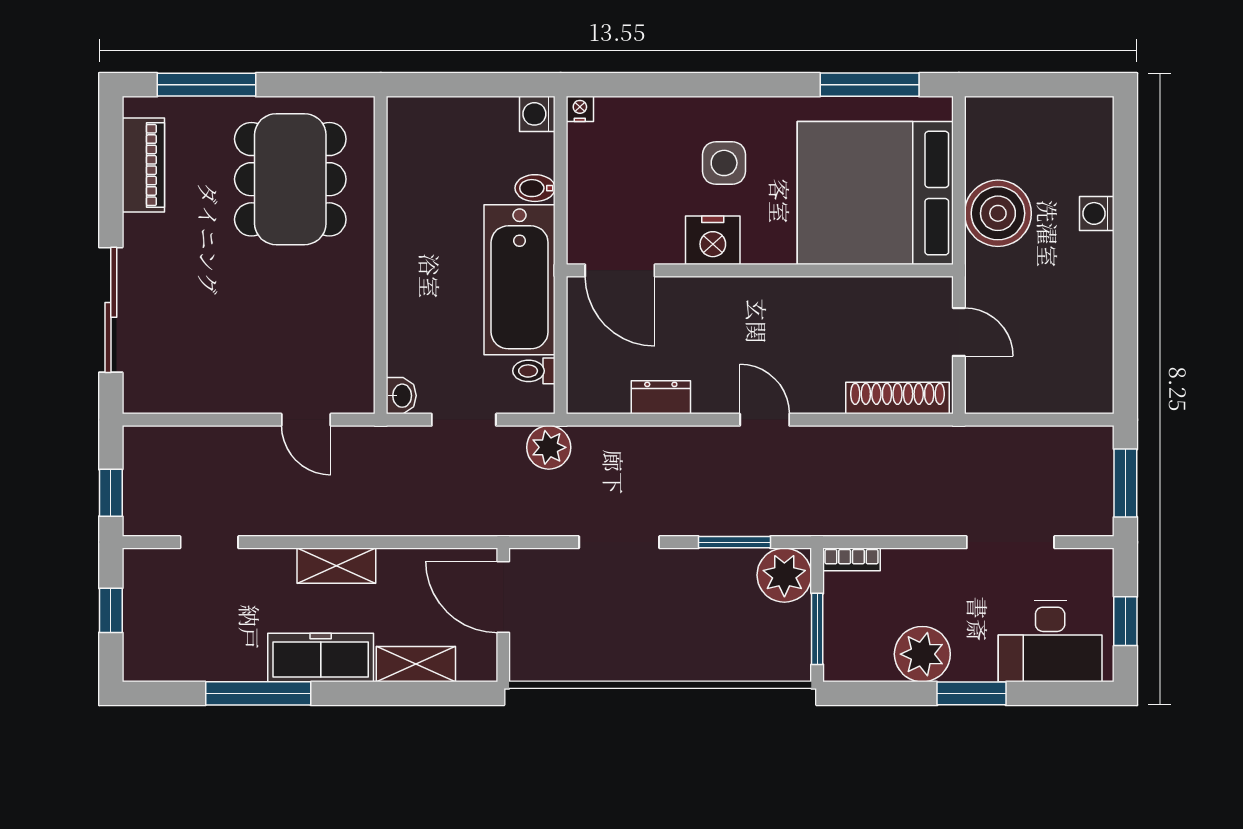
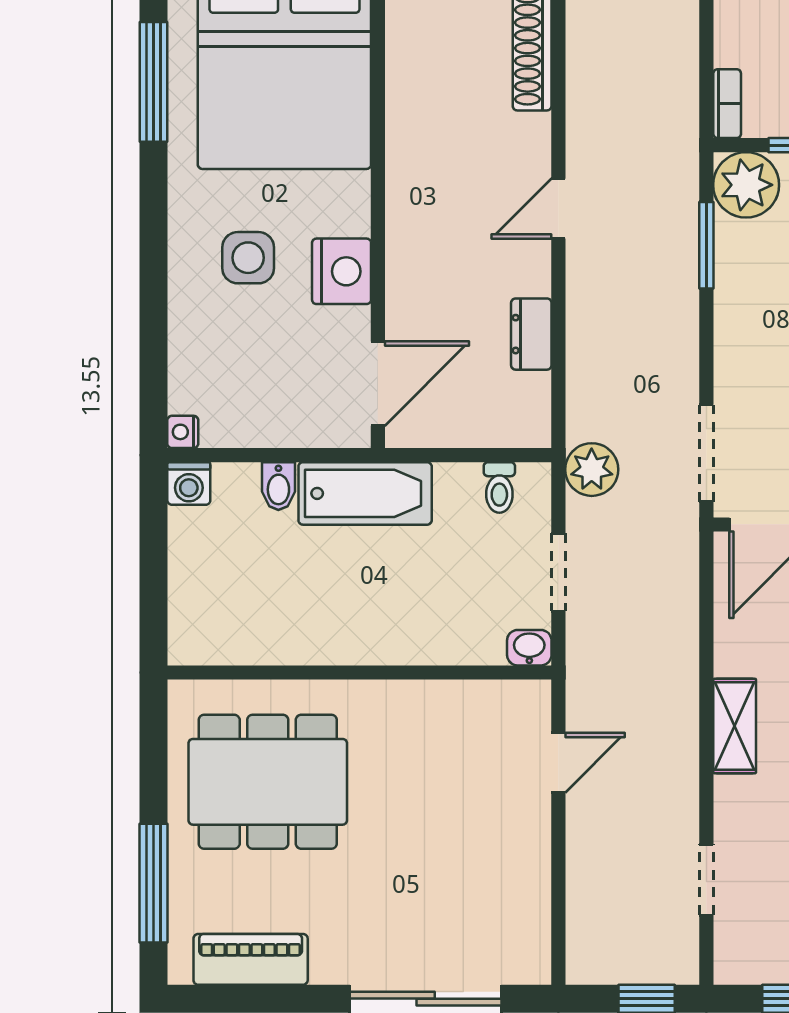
bathtub: (520, 280) -> (365, 493), width x0.73, depth x0.73
doorway: (619, 542) -> (706, 453), moved

